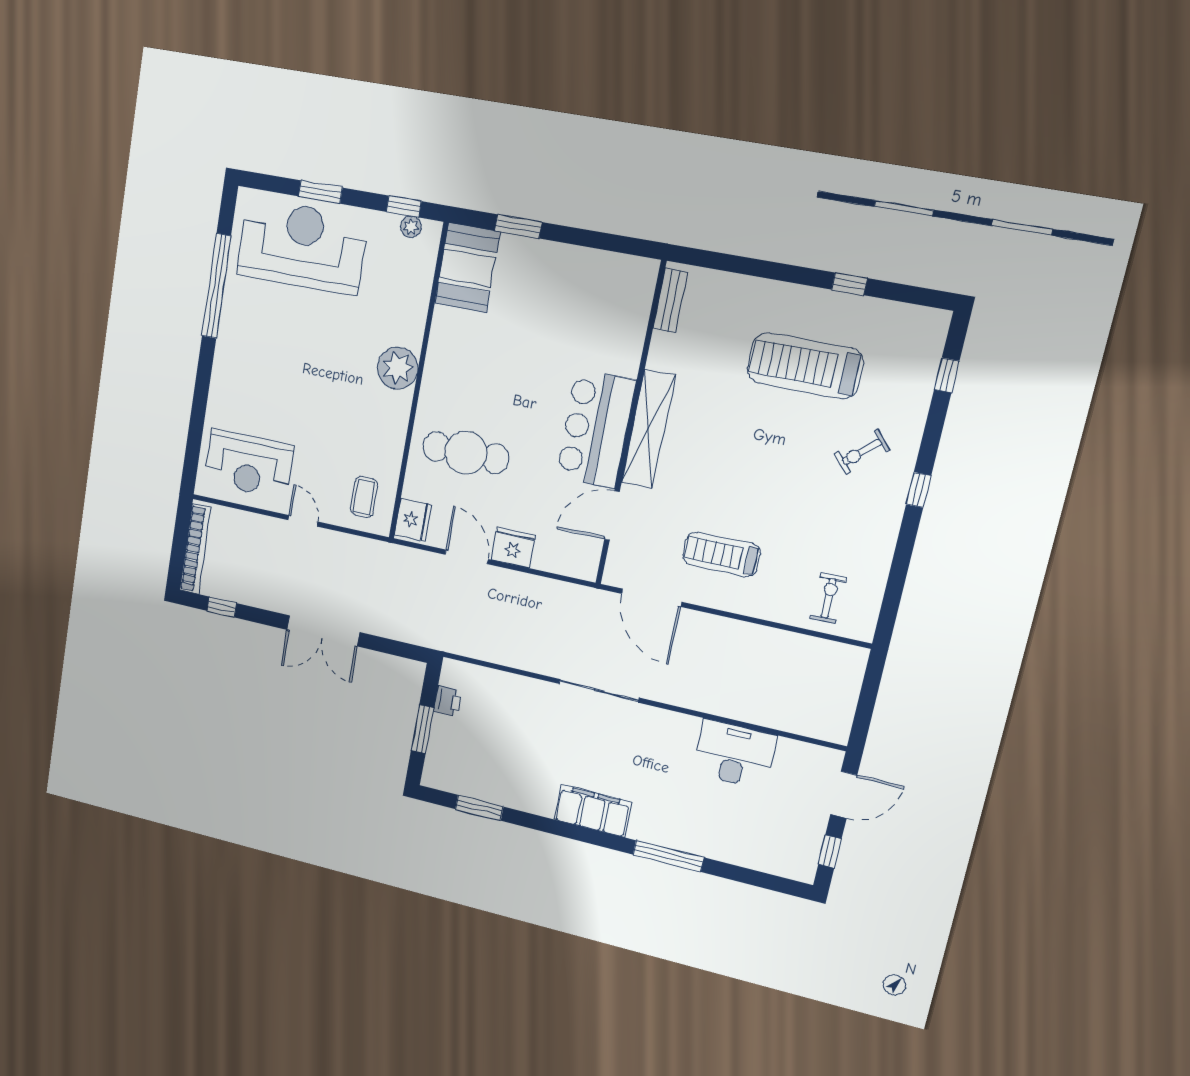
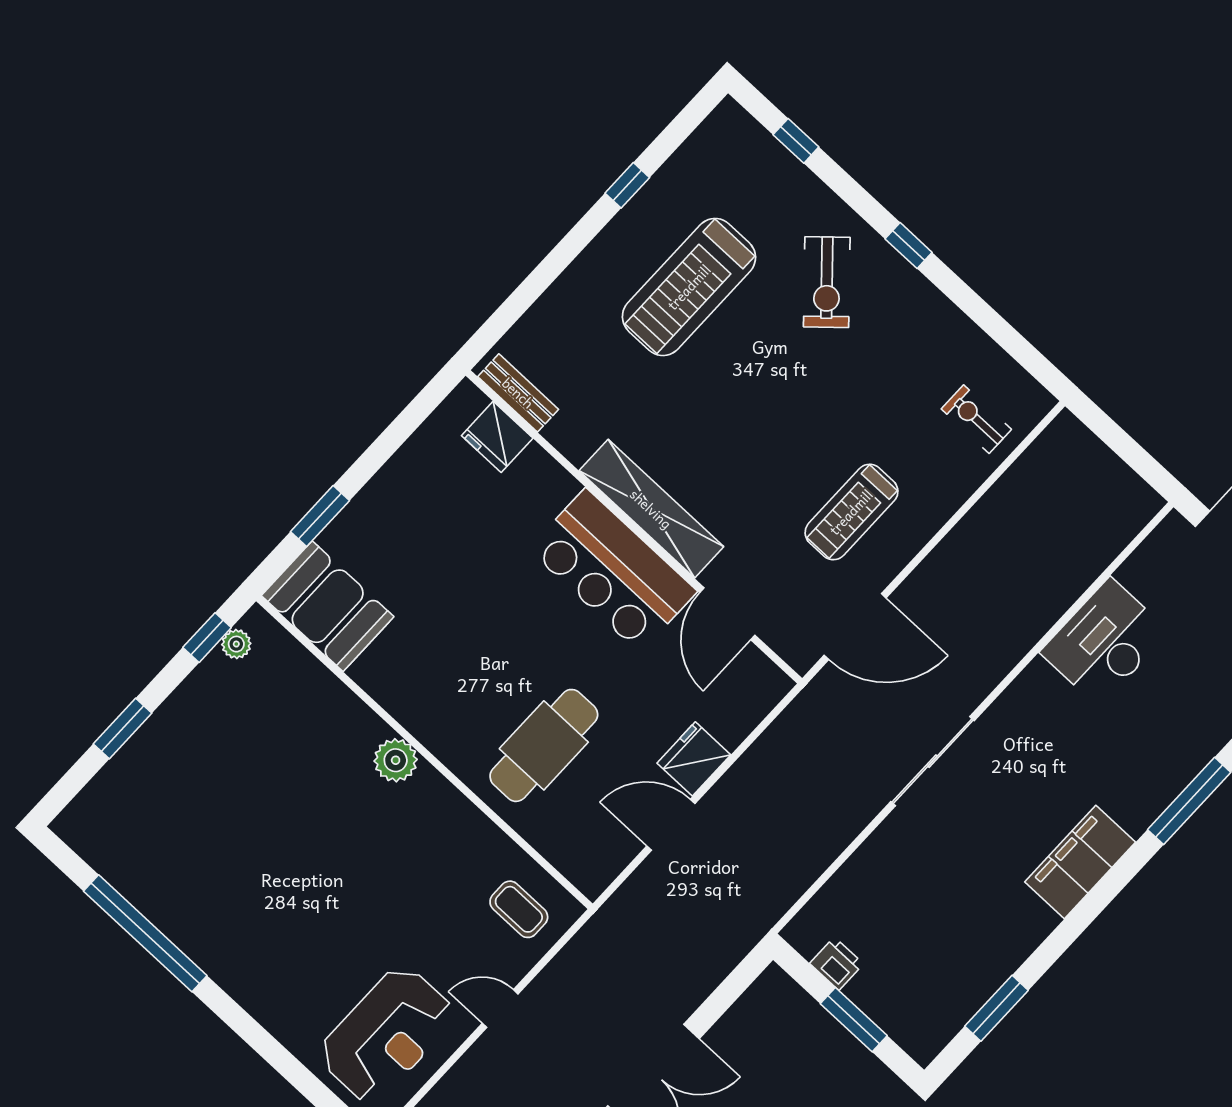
reception desk: (302, 246) -> (170, 792), removed
plant: (398, 368) -> (396, 760), width x0.73, depth x0.73
exercise bike: (862, 452) -> (827, 282), width x1.38, depth x1.39
fridge: (413, 520) -> (497, 437), moved, turned 180

